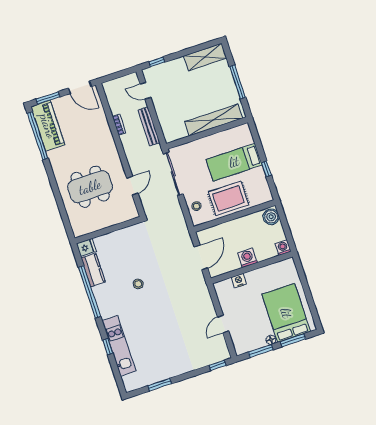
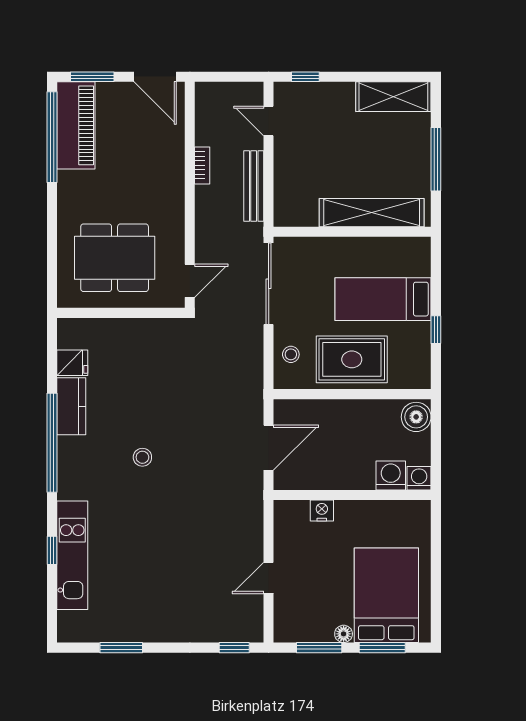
wall: (108, 230) -> (121, 313), moved
washing machine: (247, 258) -> (391, 475), moved

